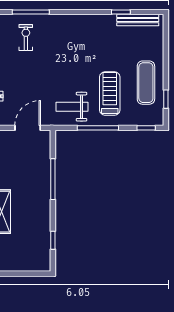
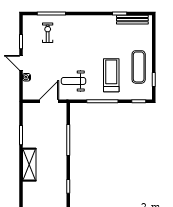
weight bench: (72, 107) -> (73, 81), moved

